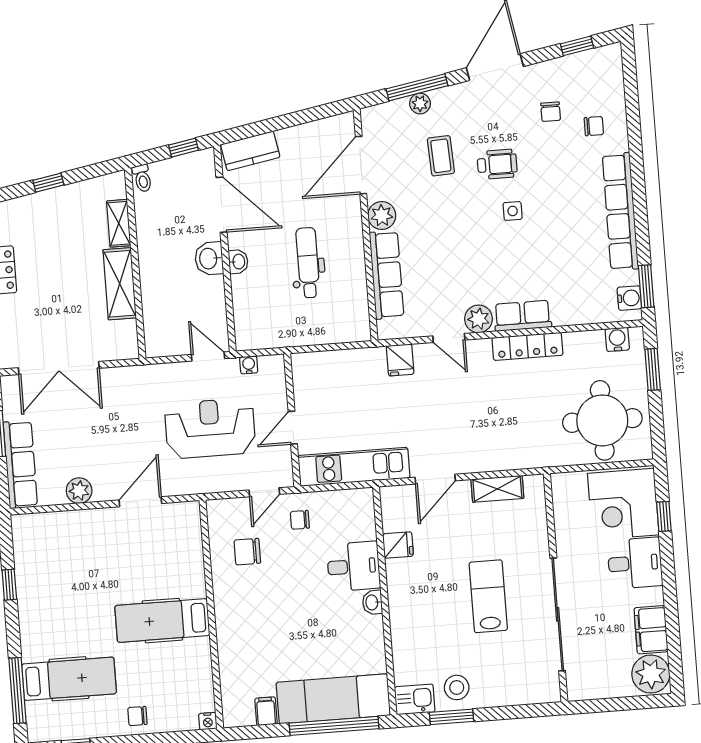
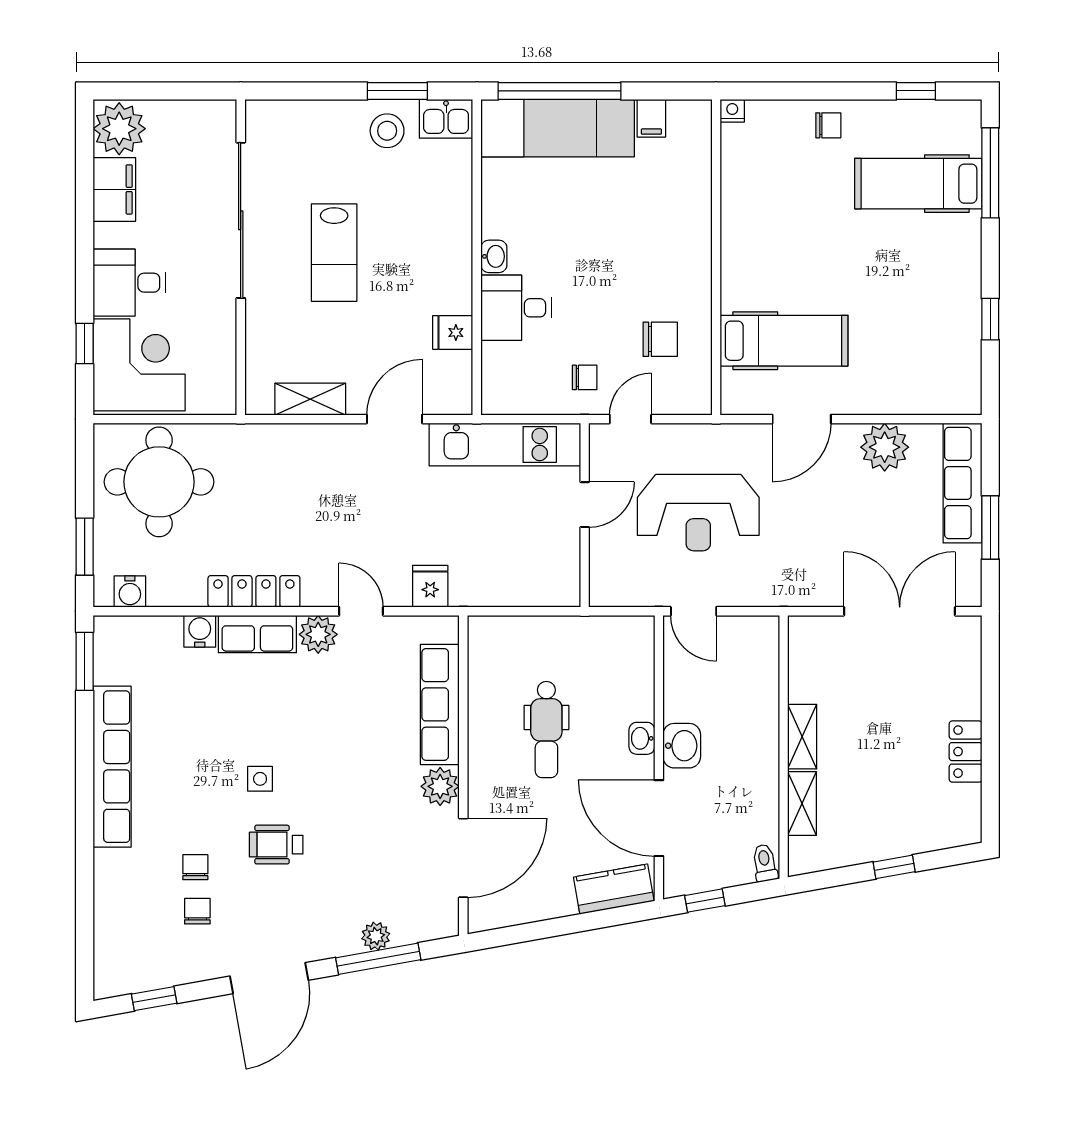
chair: (594, 126) -> (195, 867), moved, turned 90
coffee table: (441, 156) -> (353, 862), removed
shelving: (120, 284) -> (802, 737), width x0.67, depth x0.75
water cooler: (629, 298) -> (200, 631), moved, turned 90
water cooler: (249, 365) -> (638, 595), removed
plant: (79, 491) -> (885, 447), width x1.36, depth x1.36
hospital bed: (162, 621) -> (784, 341), moved

